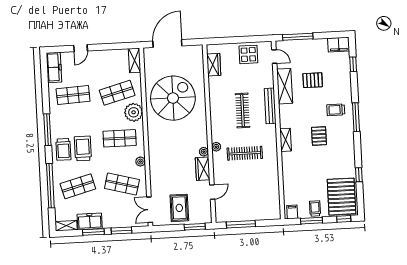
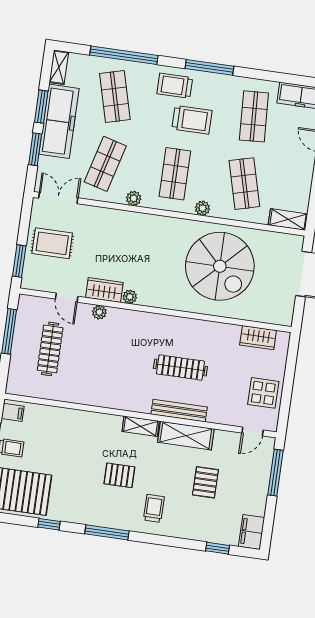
shelving: (285, 86) -> (186, 436), moved
plant: (134, 112) -> (202, 208), width x0.53, depth x0.53
window: (356, 117) -> (107, 532), moved
shelving: (286, 140) -> (141, 426), moved
plant: (216, 147) -> (99, 312), moved
trolley: (83, 148) -> (192, 120), moved
clothes rail: (245, 153) -> (50, 349), moved
freezer: (90, 221) -> (59, 121), width x1.91, depth x1.26

